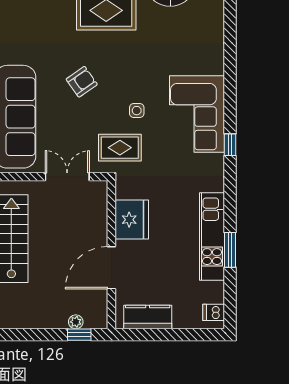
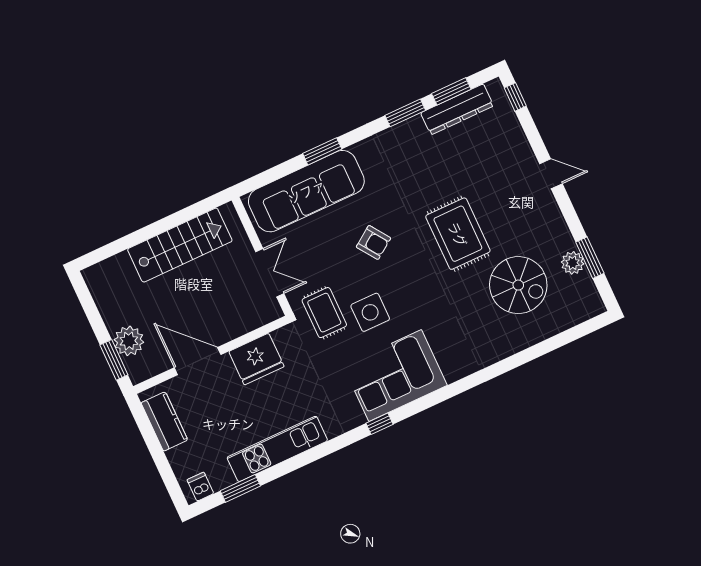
side table: (137, 111) -> (370, 312), width x1.87, depth x1.87
window: (230, 250) -> (240, 488), moved
plant: (76, 322) -> (129, 341), width x1.87, depth x1.87
window: (79, 335) -> (114, 360), width x1.50

